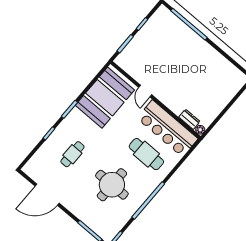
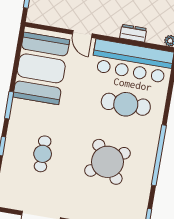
dresser: (189, 119) -> (133, 33), moved
round table: (112, 185) -> (107, 162), turned -37

